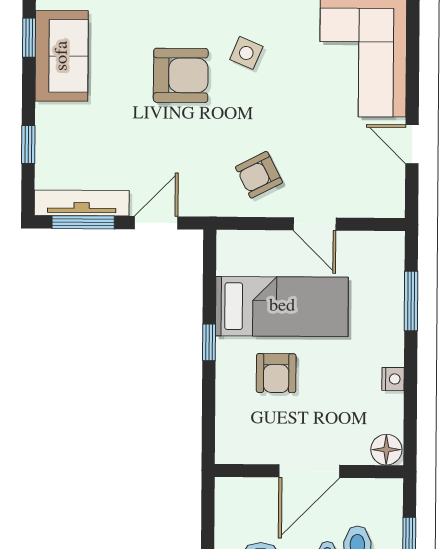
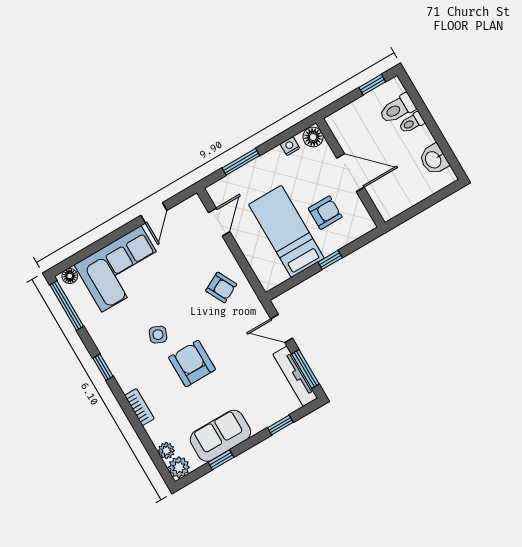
door: (315, 224) -> (219, 222), moved
floor lamp: (386, 450) -> (313, 137), moved
door: (309, 471) -> (350, 173), moved
wall: (309, 471) -> (350, 173), moved

